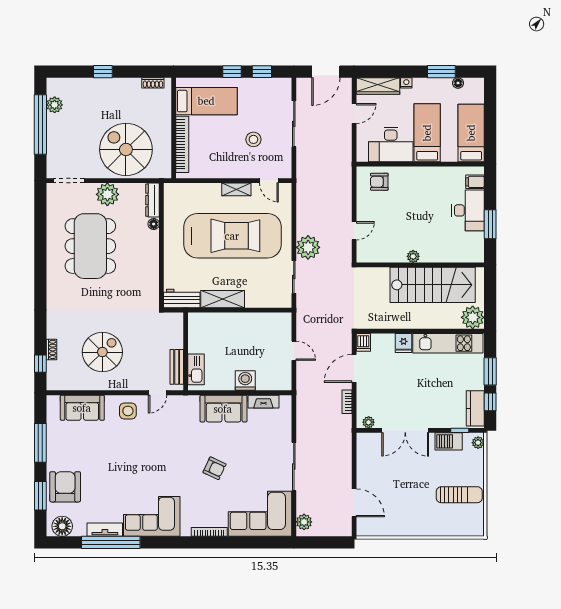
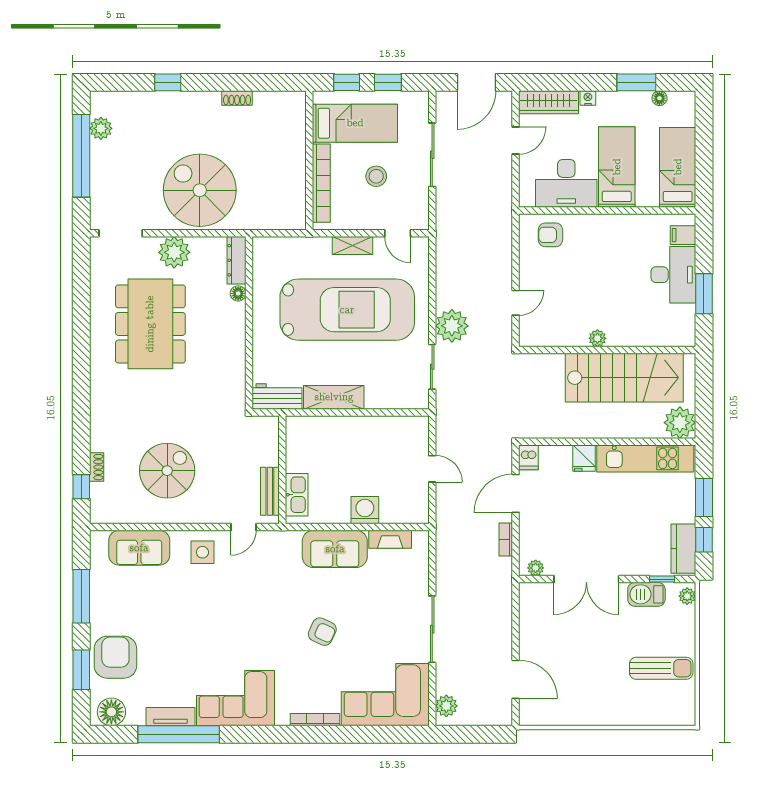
bed: (206, 101) -> (355, 123), moved
wall: (174, 128) -> (309, 160), moved
bookcase: (182, 144) -> (321, 183), moved

